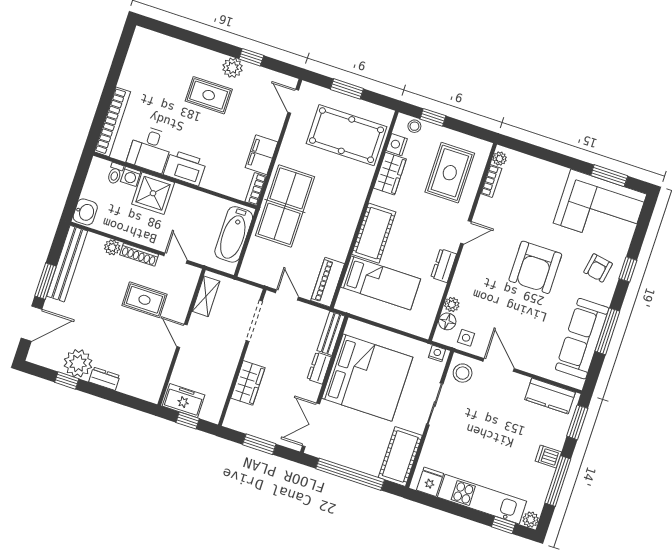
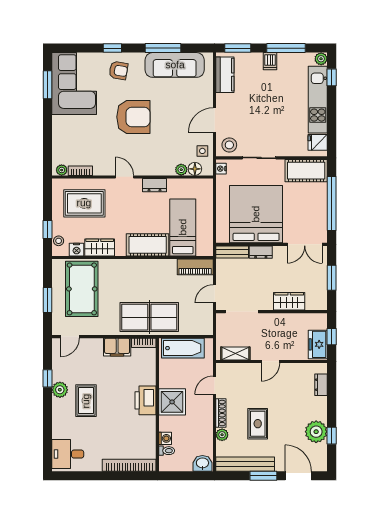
desk: (150, 149) -> (68, 454), moved, turned 180
shower: (153, 193) -> (172, 402), moved
rug: (144, 300) -> (258, 424), moved
dresser: (104, 379) -> (321, 385), moved

